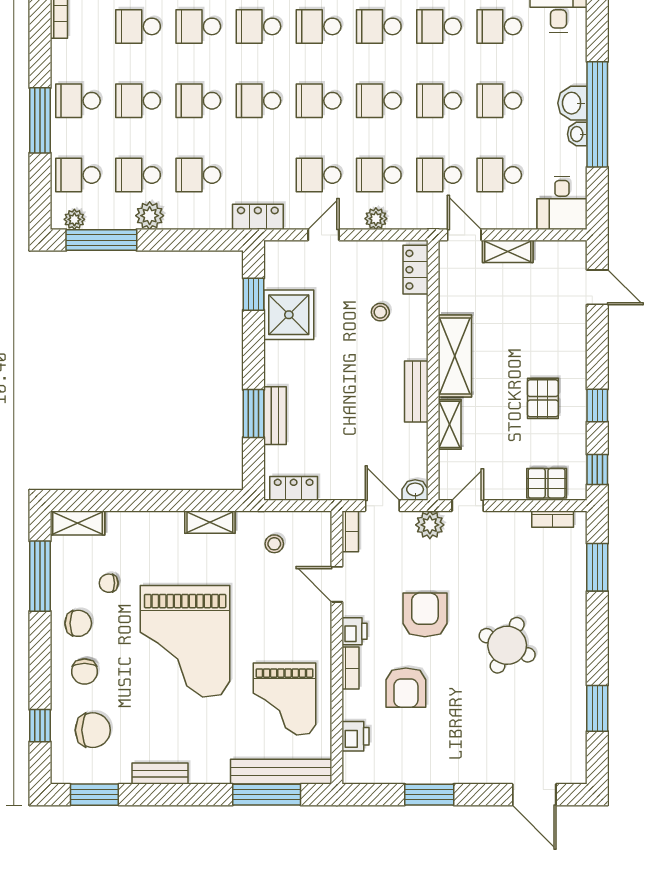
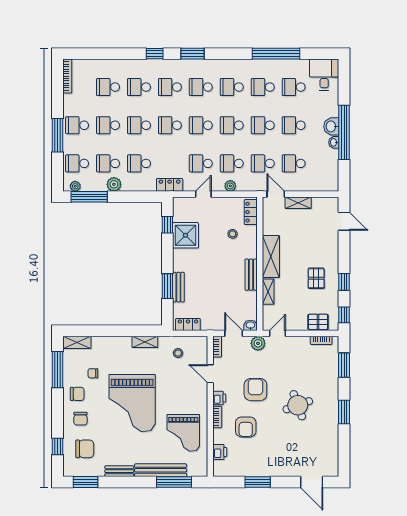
desk: (562, 203) -> (326, 178), removed
round table: (507, 645) -> (298, 405), turned 45
window: (597, 708) -> (344, 412), moved
bench: (281, 772) -> (161, 470), moved

